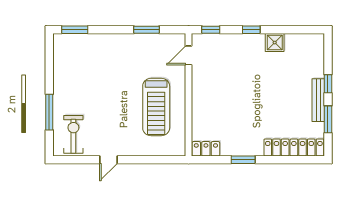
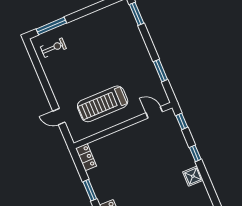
window: (49, 112) -> (51, 26), moved
exercise bike: (73, 134) -> (53, 48), width x0.73, depth x0.72
door: (109, 160) -> (59, 117), moved

